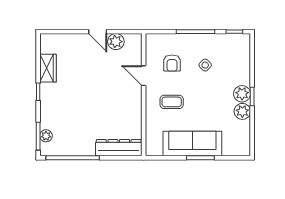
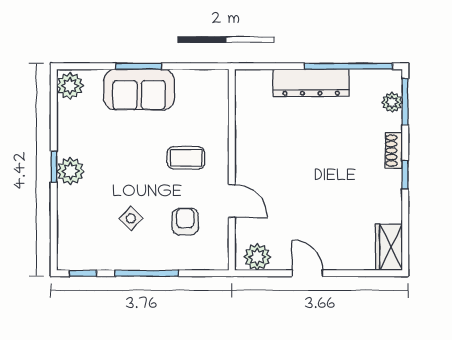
plant: (116, 42) -> (257, 257), moved
wardrobe: (48, 68) -> (389, 247), moved
shoe rack: (45, 106) -> (394, 151), added
plant: (242, 111) -> (70, 86), moved
sofa: (192, 144) -> (139, 90), width x0.73
dresser: (119, 148) -> (311, 83), moved

